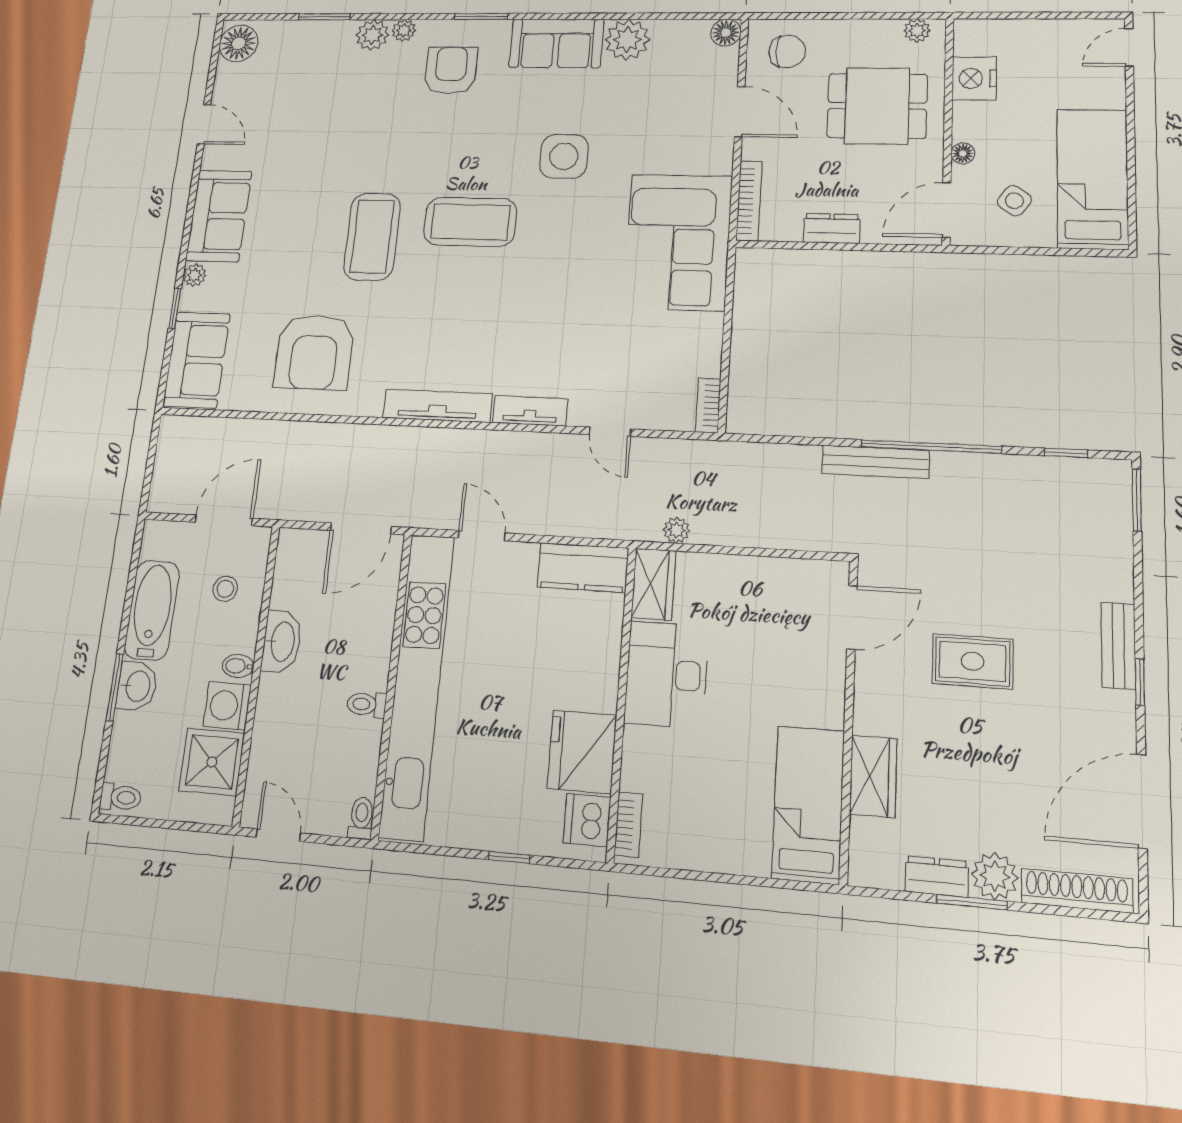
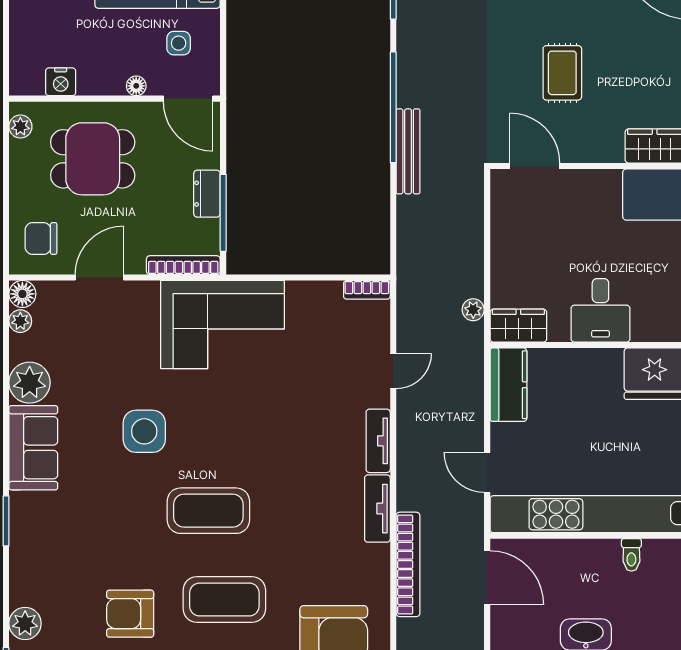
plant: (404, 30) -> (20, 321), moved
chair: (787, 52) -> (41, 238), turned -90
armchair: (451, 70) -> (130, 614), moved
nightstand: (974, 78) -> (61, 82), width x0.74, depth x0.75
dining table: (877, 106) -> (93, 159), turned 90
side table: (1014, 201) -> (179, 43), turned -36
coffee table: (470, 222) -> (208, 511), turned 90
window: (808, 246) -> (223, 213), added
tv unit: (438, 406) -> (377, 509), width x0.71
bookcase: (386, 438) -> (408, 564), added
door: (482, 536) -> (487, 472), hinge flipped
desk: (667, 674) -> (600, 310), width x0.73

